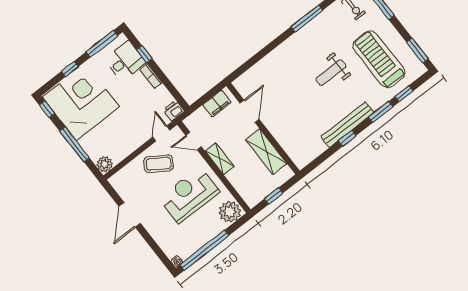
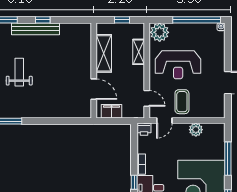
weight bench: (331, 73) -> (19, 72), turned -90
door: (249, 111) -> (94, 89), swing flipped
shelving: (220, 159) -> (139, 52), moved
plant: (105, 164) -> (196, 130), moved
coffee table: (159, 164) -> (182, 102), turned 57

